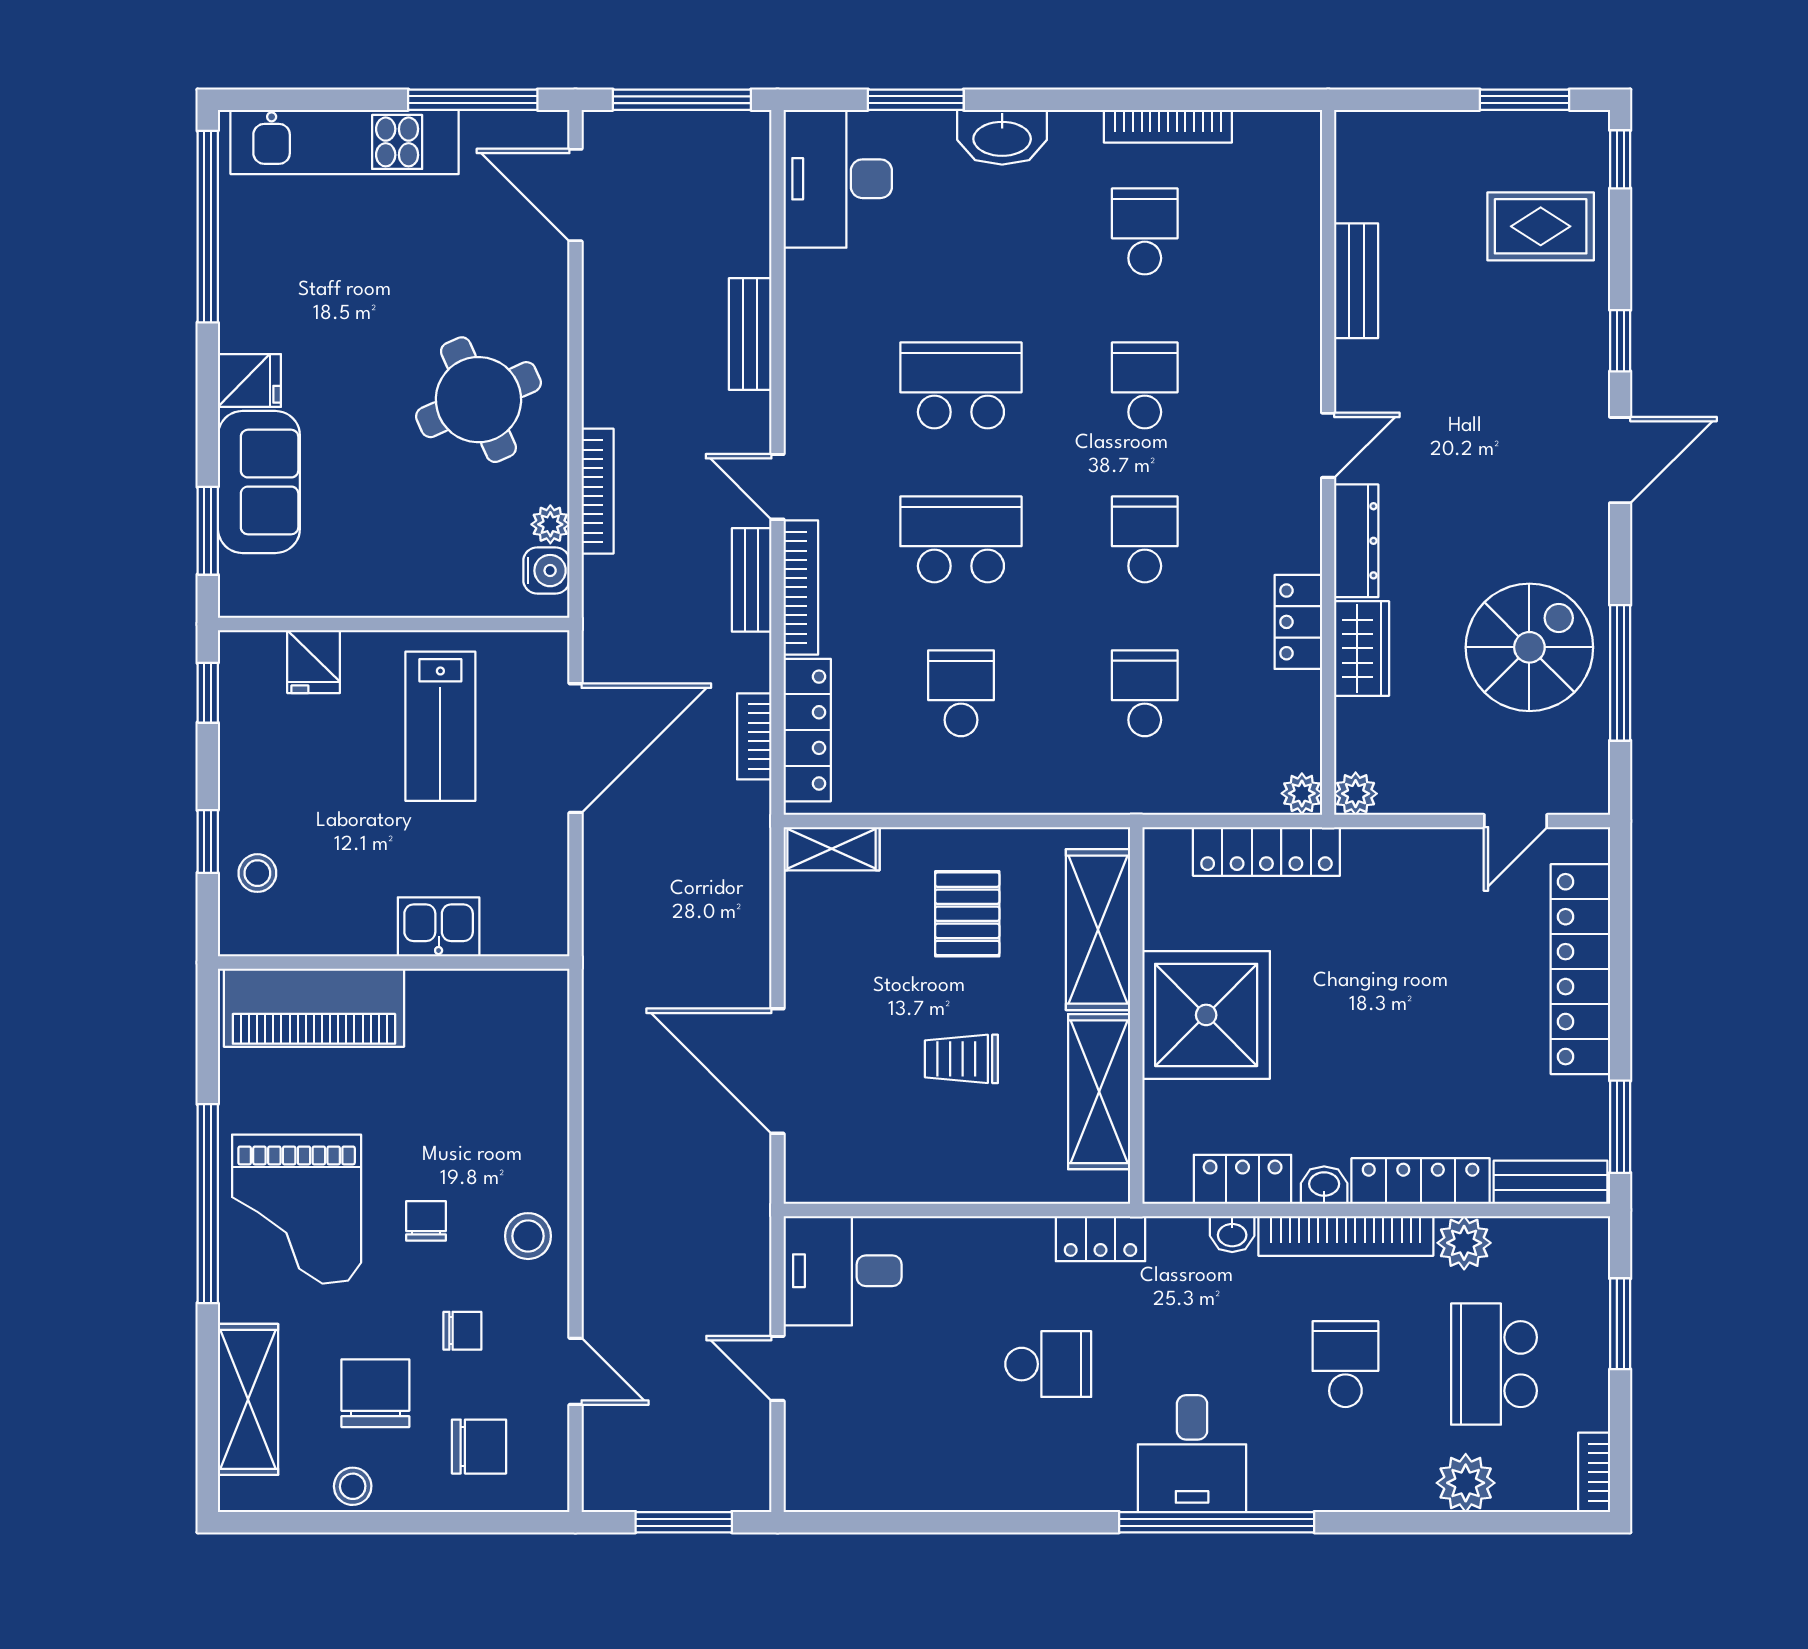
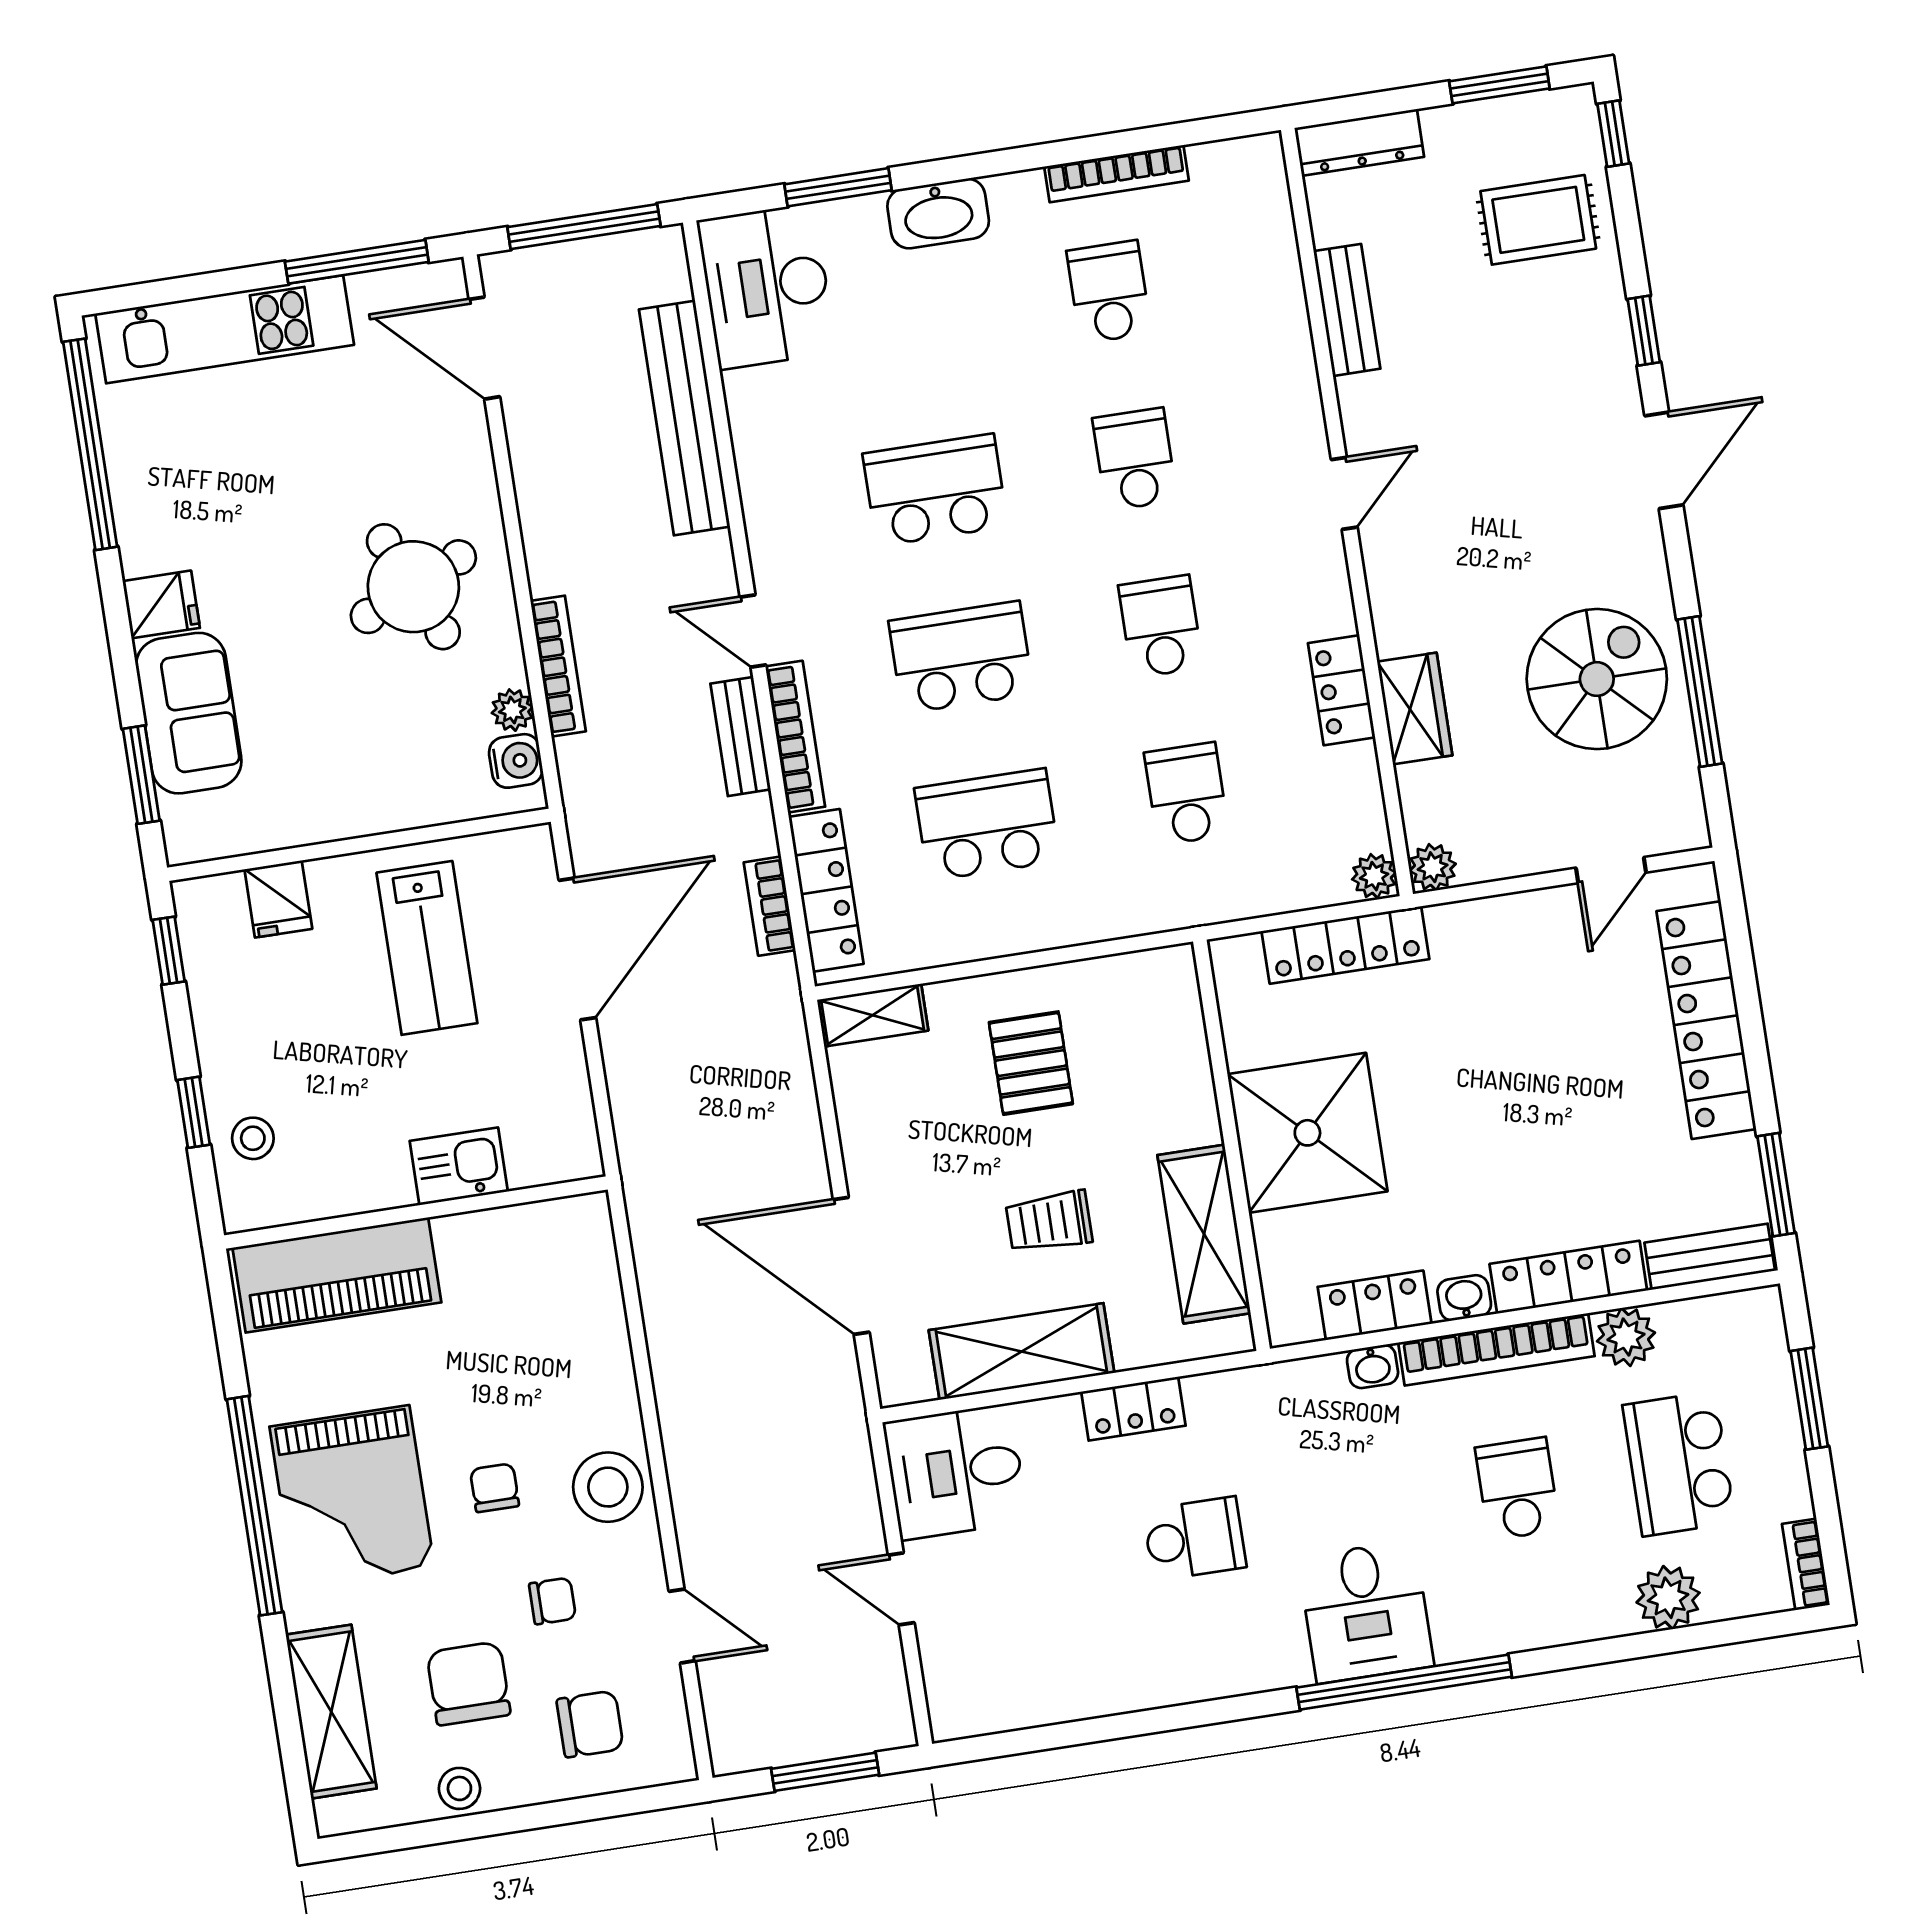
bench: (750, 334) -> (684, 418), width x1.86, depth x1.21
dresser: (1356, 541) -> (1359, 142), moved, turned 90
school desk: (961, 693) -> (987, 825), width x1.85
shelving: (1098, 930) -> (1021, 1352), moved, turned 90
stool: (528, 1236) -> (608, 1487), width x1.38, depth x1.38
locker: (1100, 1239) -> (1133, 1409), moved

